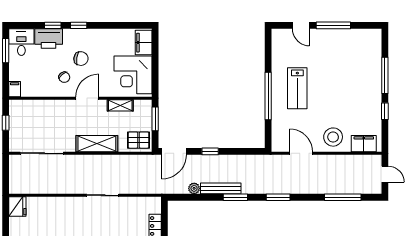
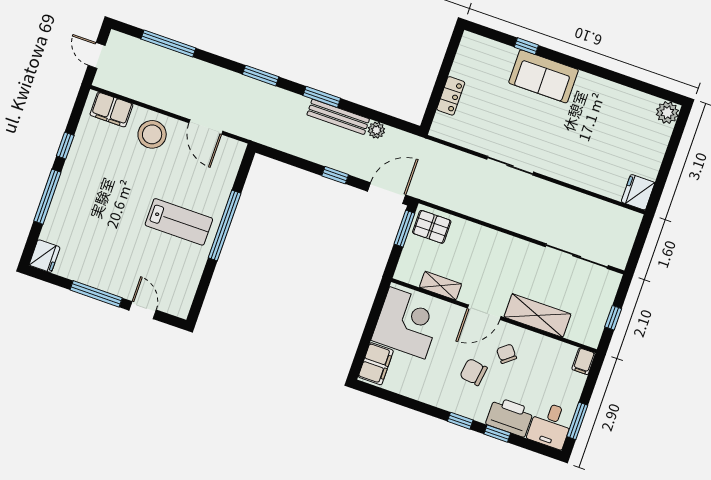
fridge: (374, 38) -> (45, 256), added
lab bench: (297, 88) -> (179, 222), turned 90
window: (155, 119) -> (404, 229), moved
shelving: (97, 144) -> (538, 315), moved

